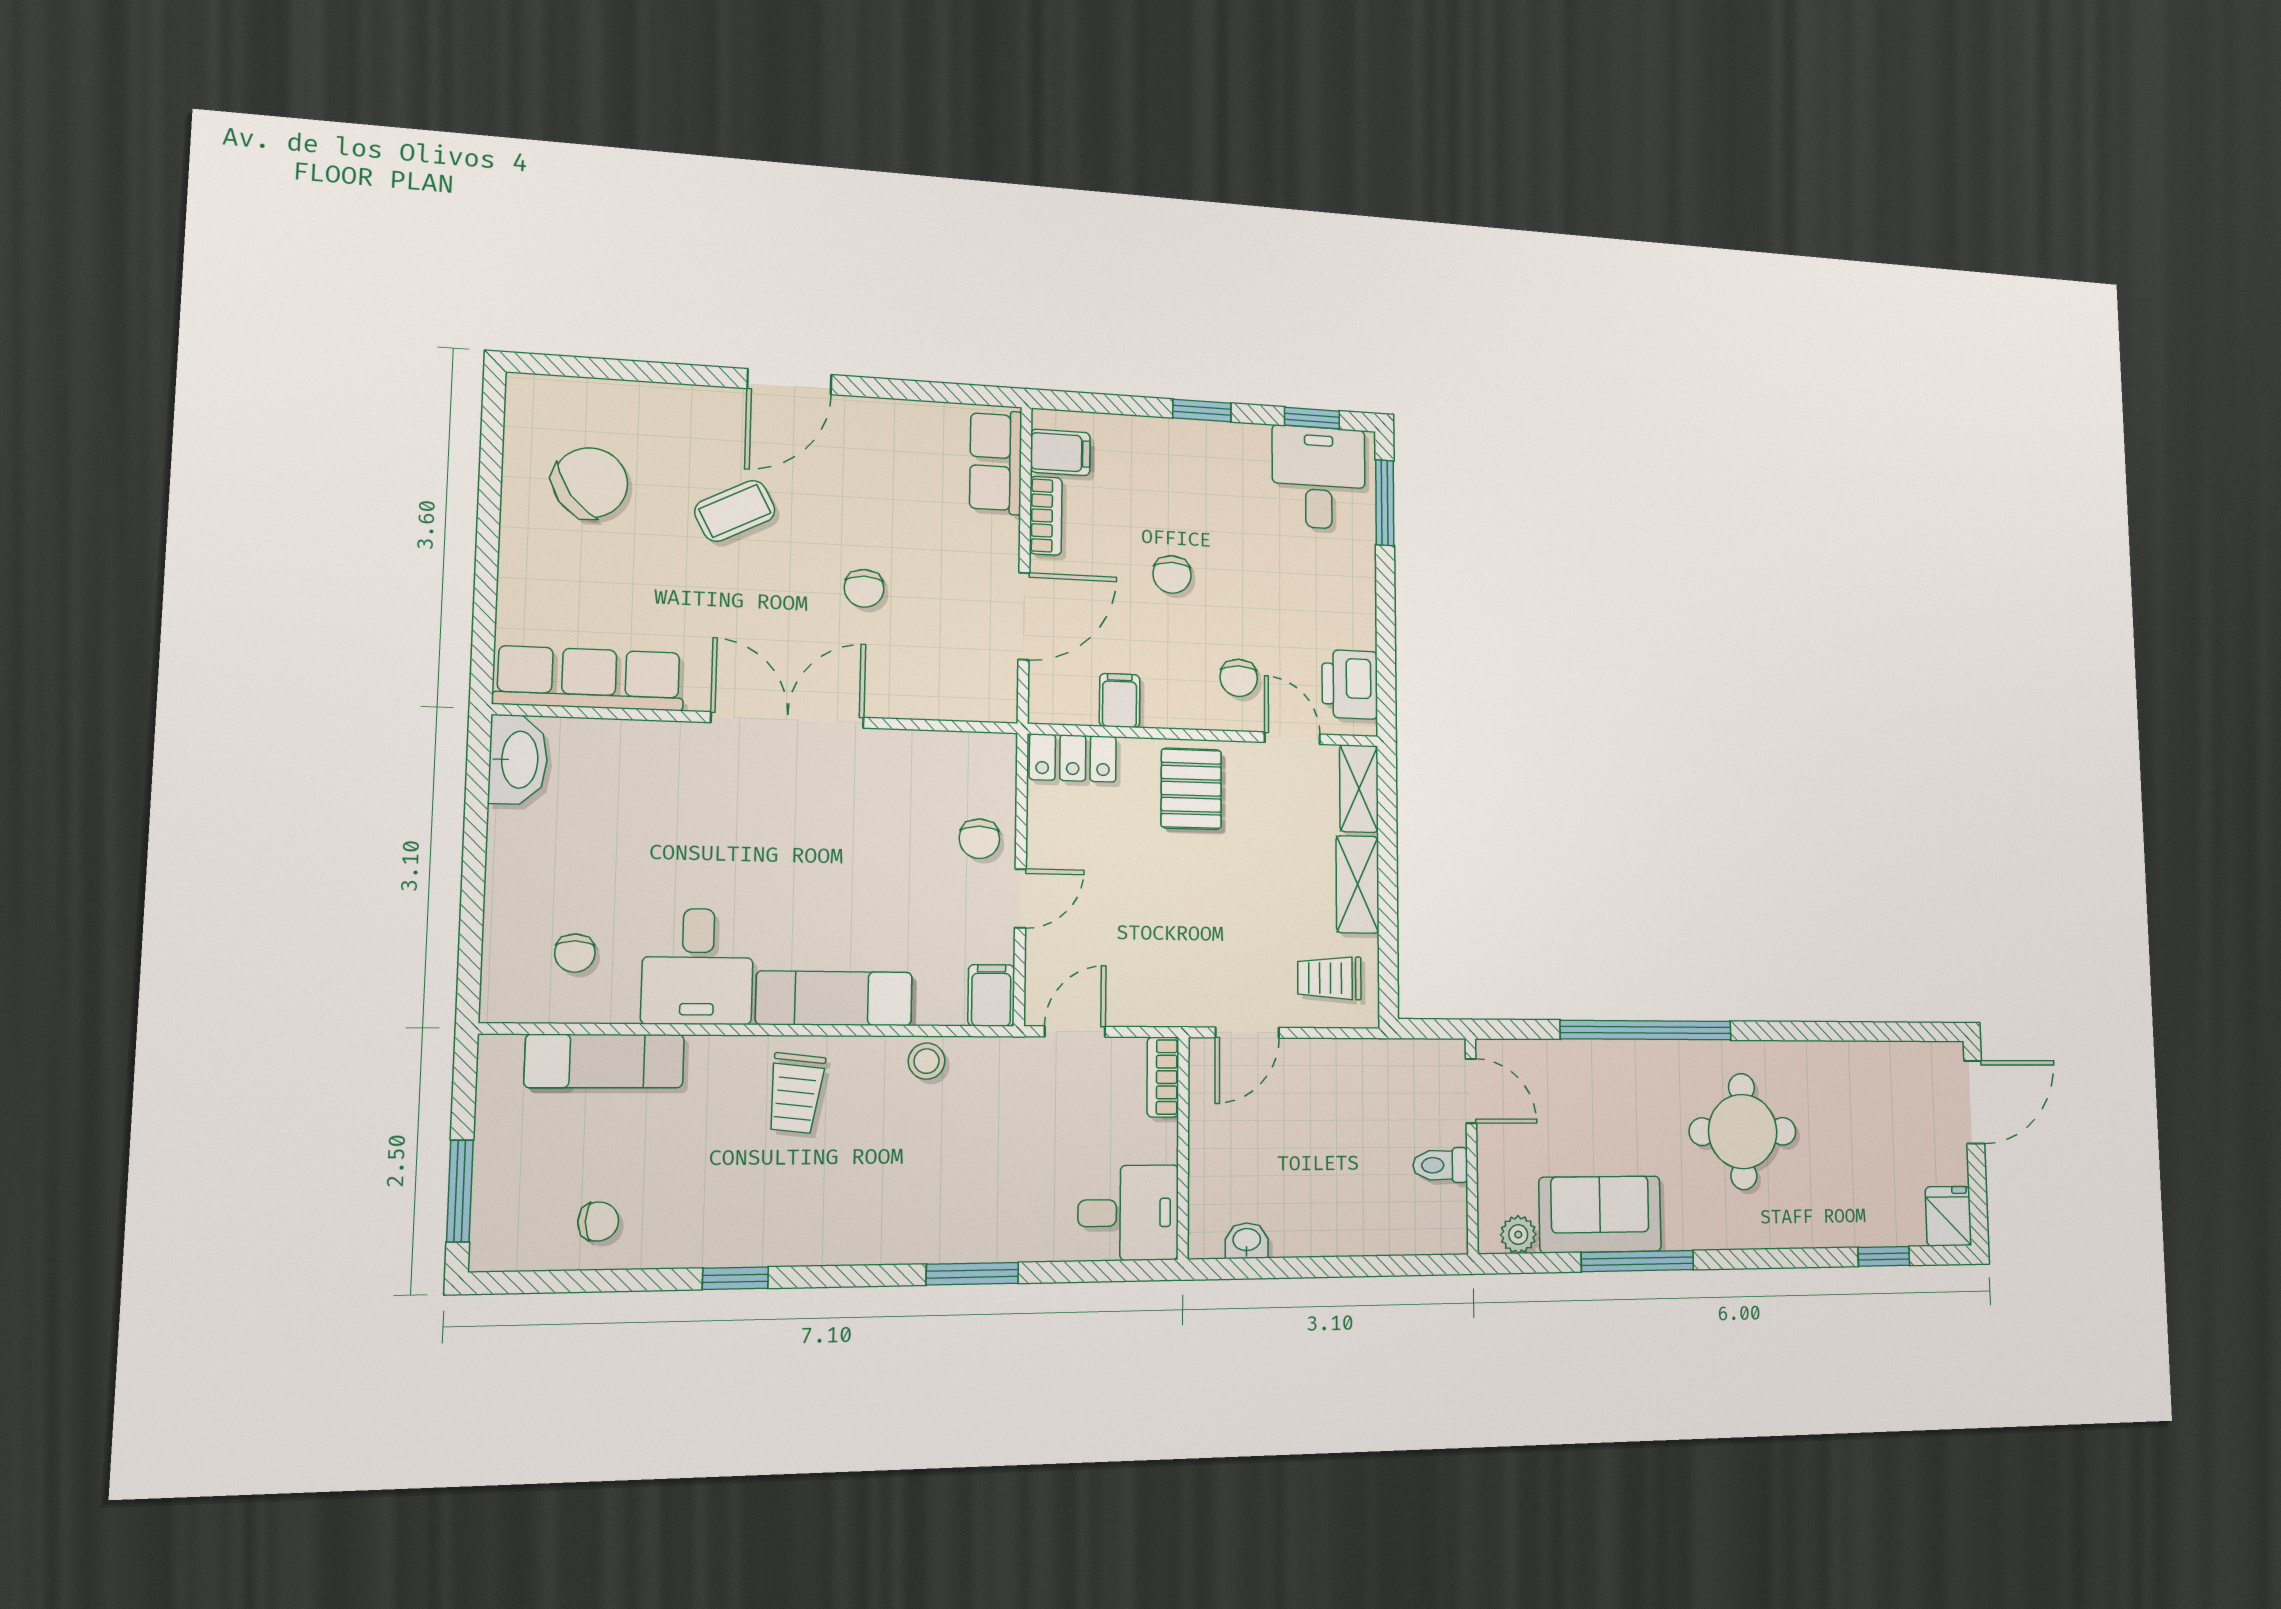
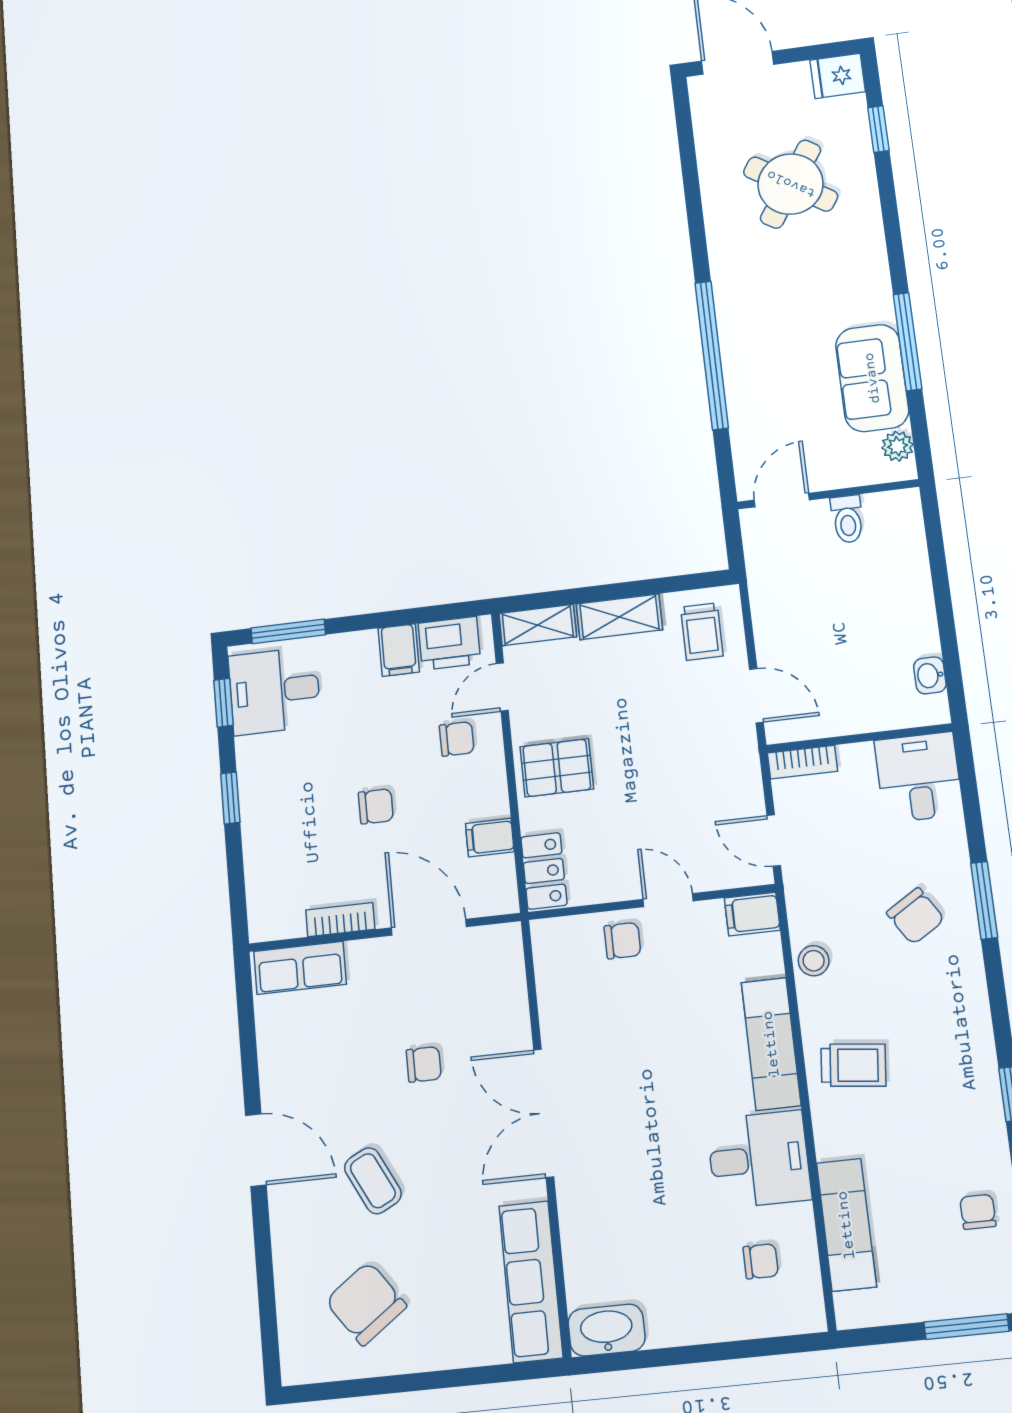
filing cabinet: (1060, 452) -> (399, 650), moved, turned 180
round table: (1743, 1132) -> (791, 184), moved, turned 33
chair: (964, 1189) -> (915, 916), added

